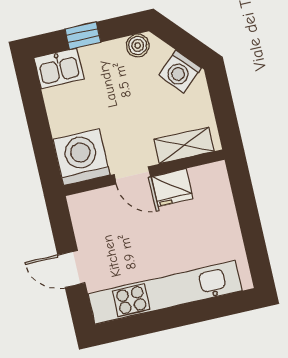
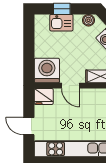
kitchen sink: (59, 68) -> (61, 23), moved
fridge: (172, 188) -> (44, 96), moved

